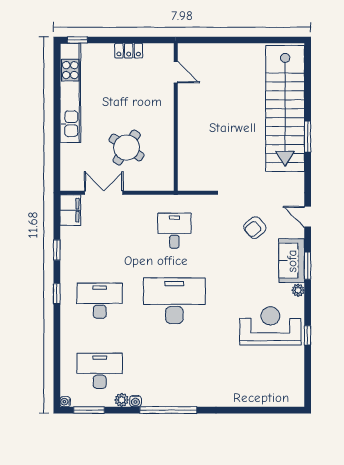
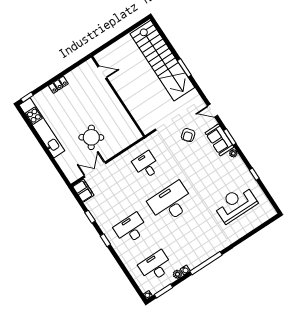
door: (176, 72) -> (102, 72), moved
wall: (176, 117) -> (118, 96), moved
reception desk: (270, 326) -> (236, 204), moved

